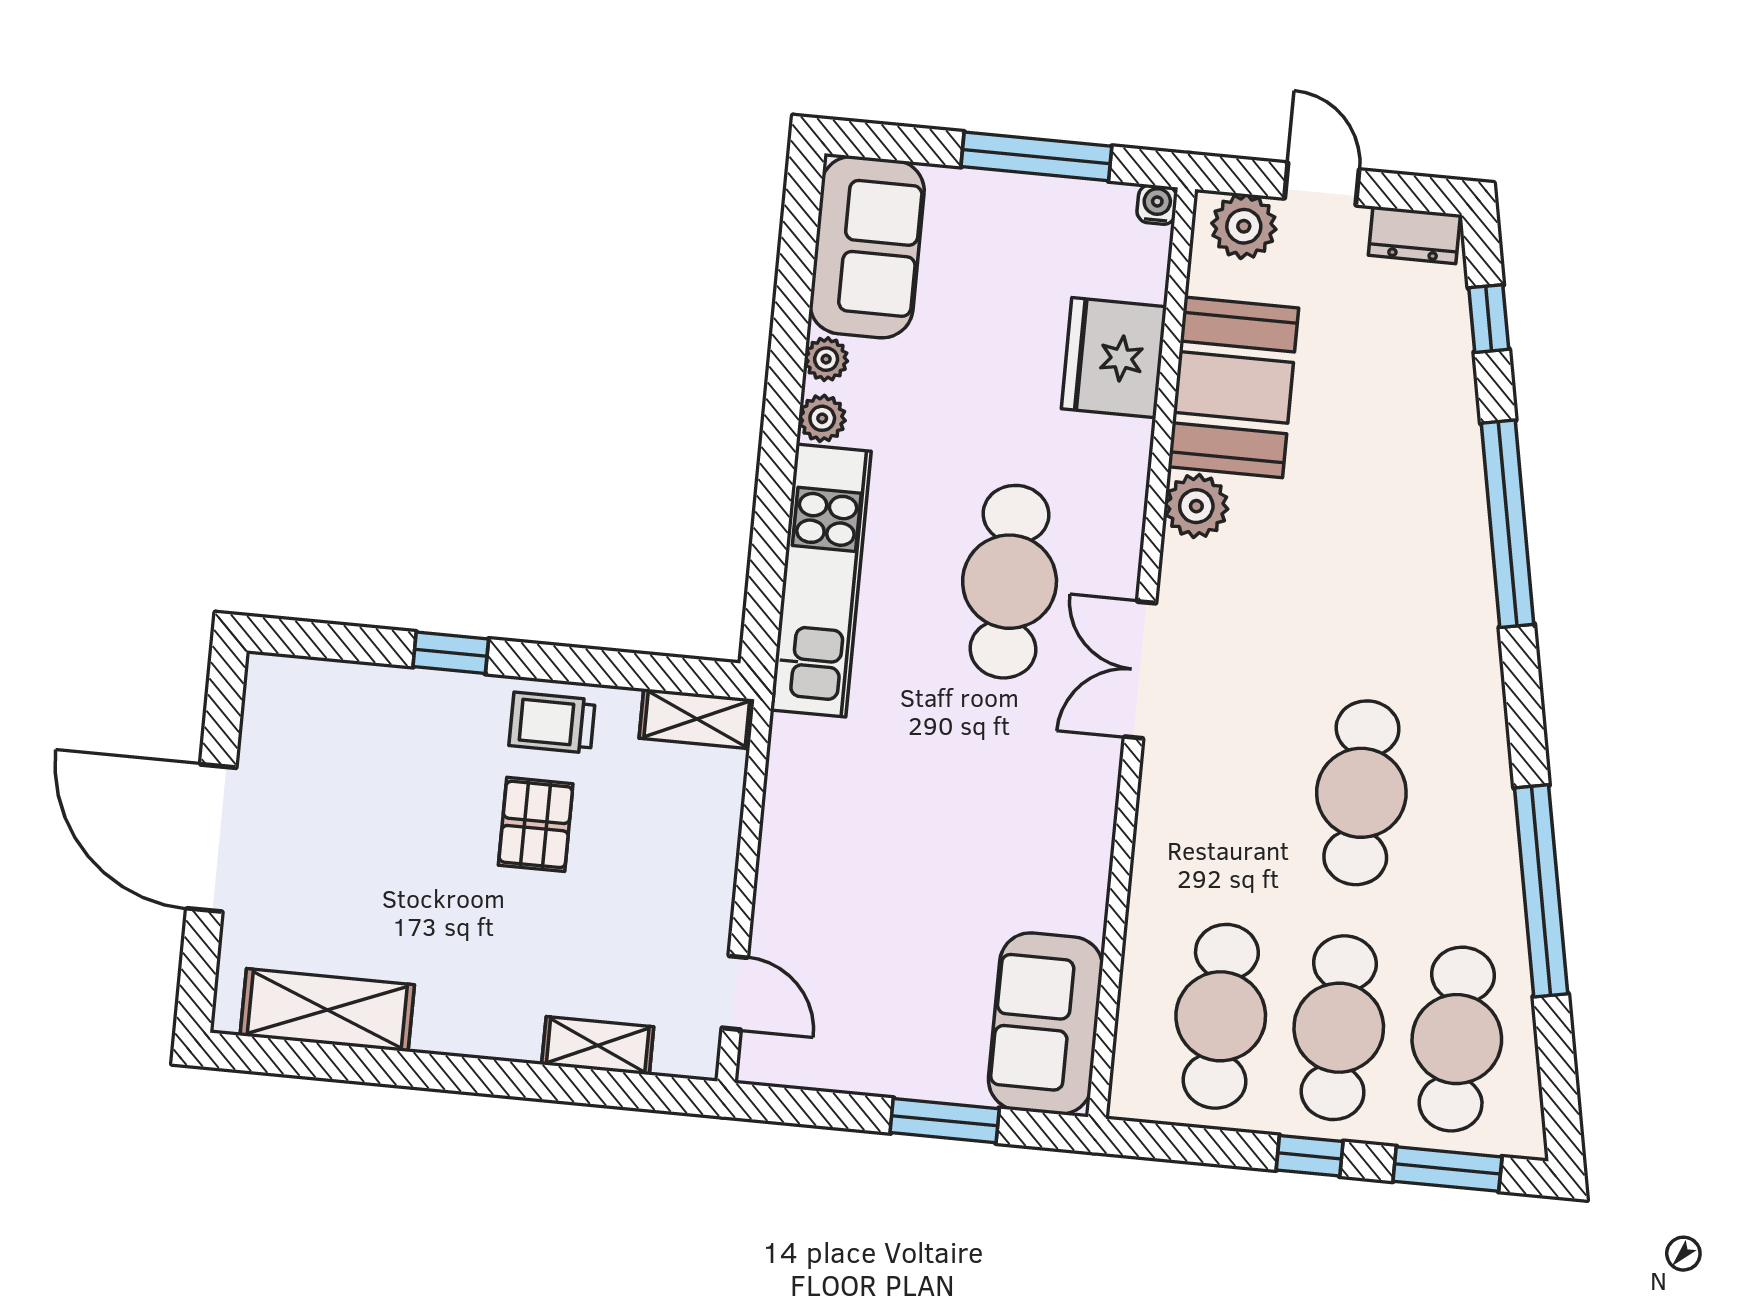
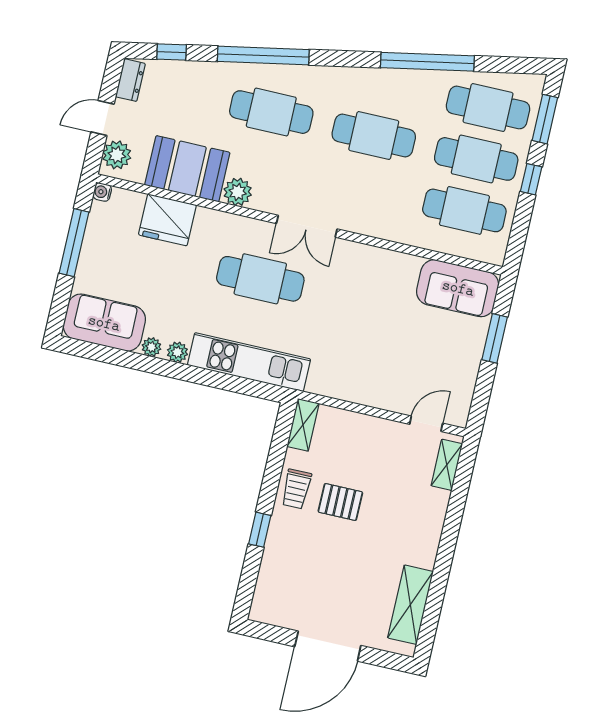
cafe table: (1384, 558) -> (271, 112), added
shelving: (598, 1046) -> (447, 465), moved

